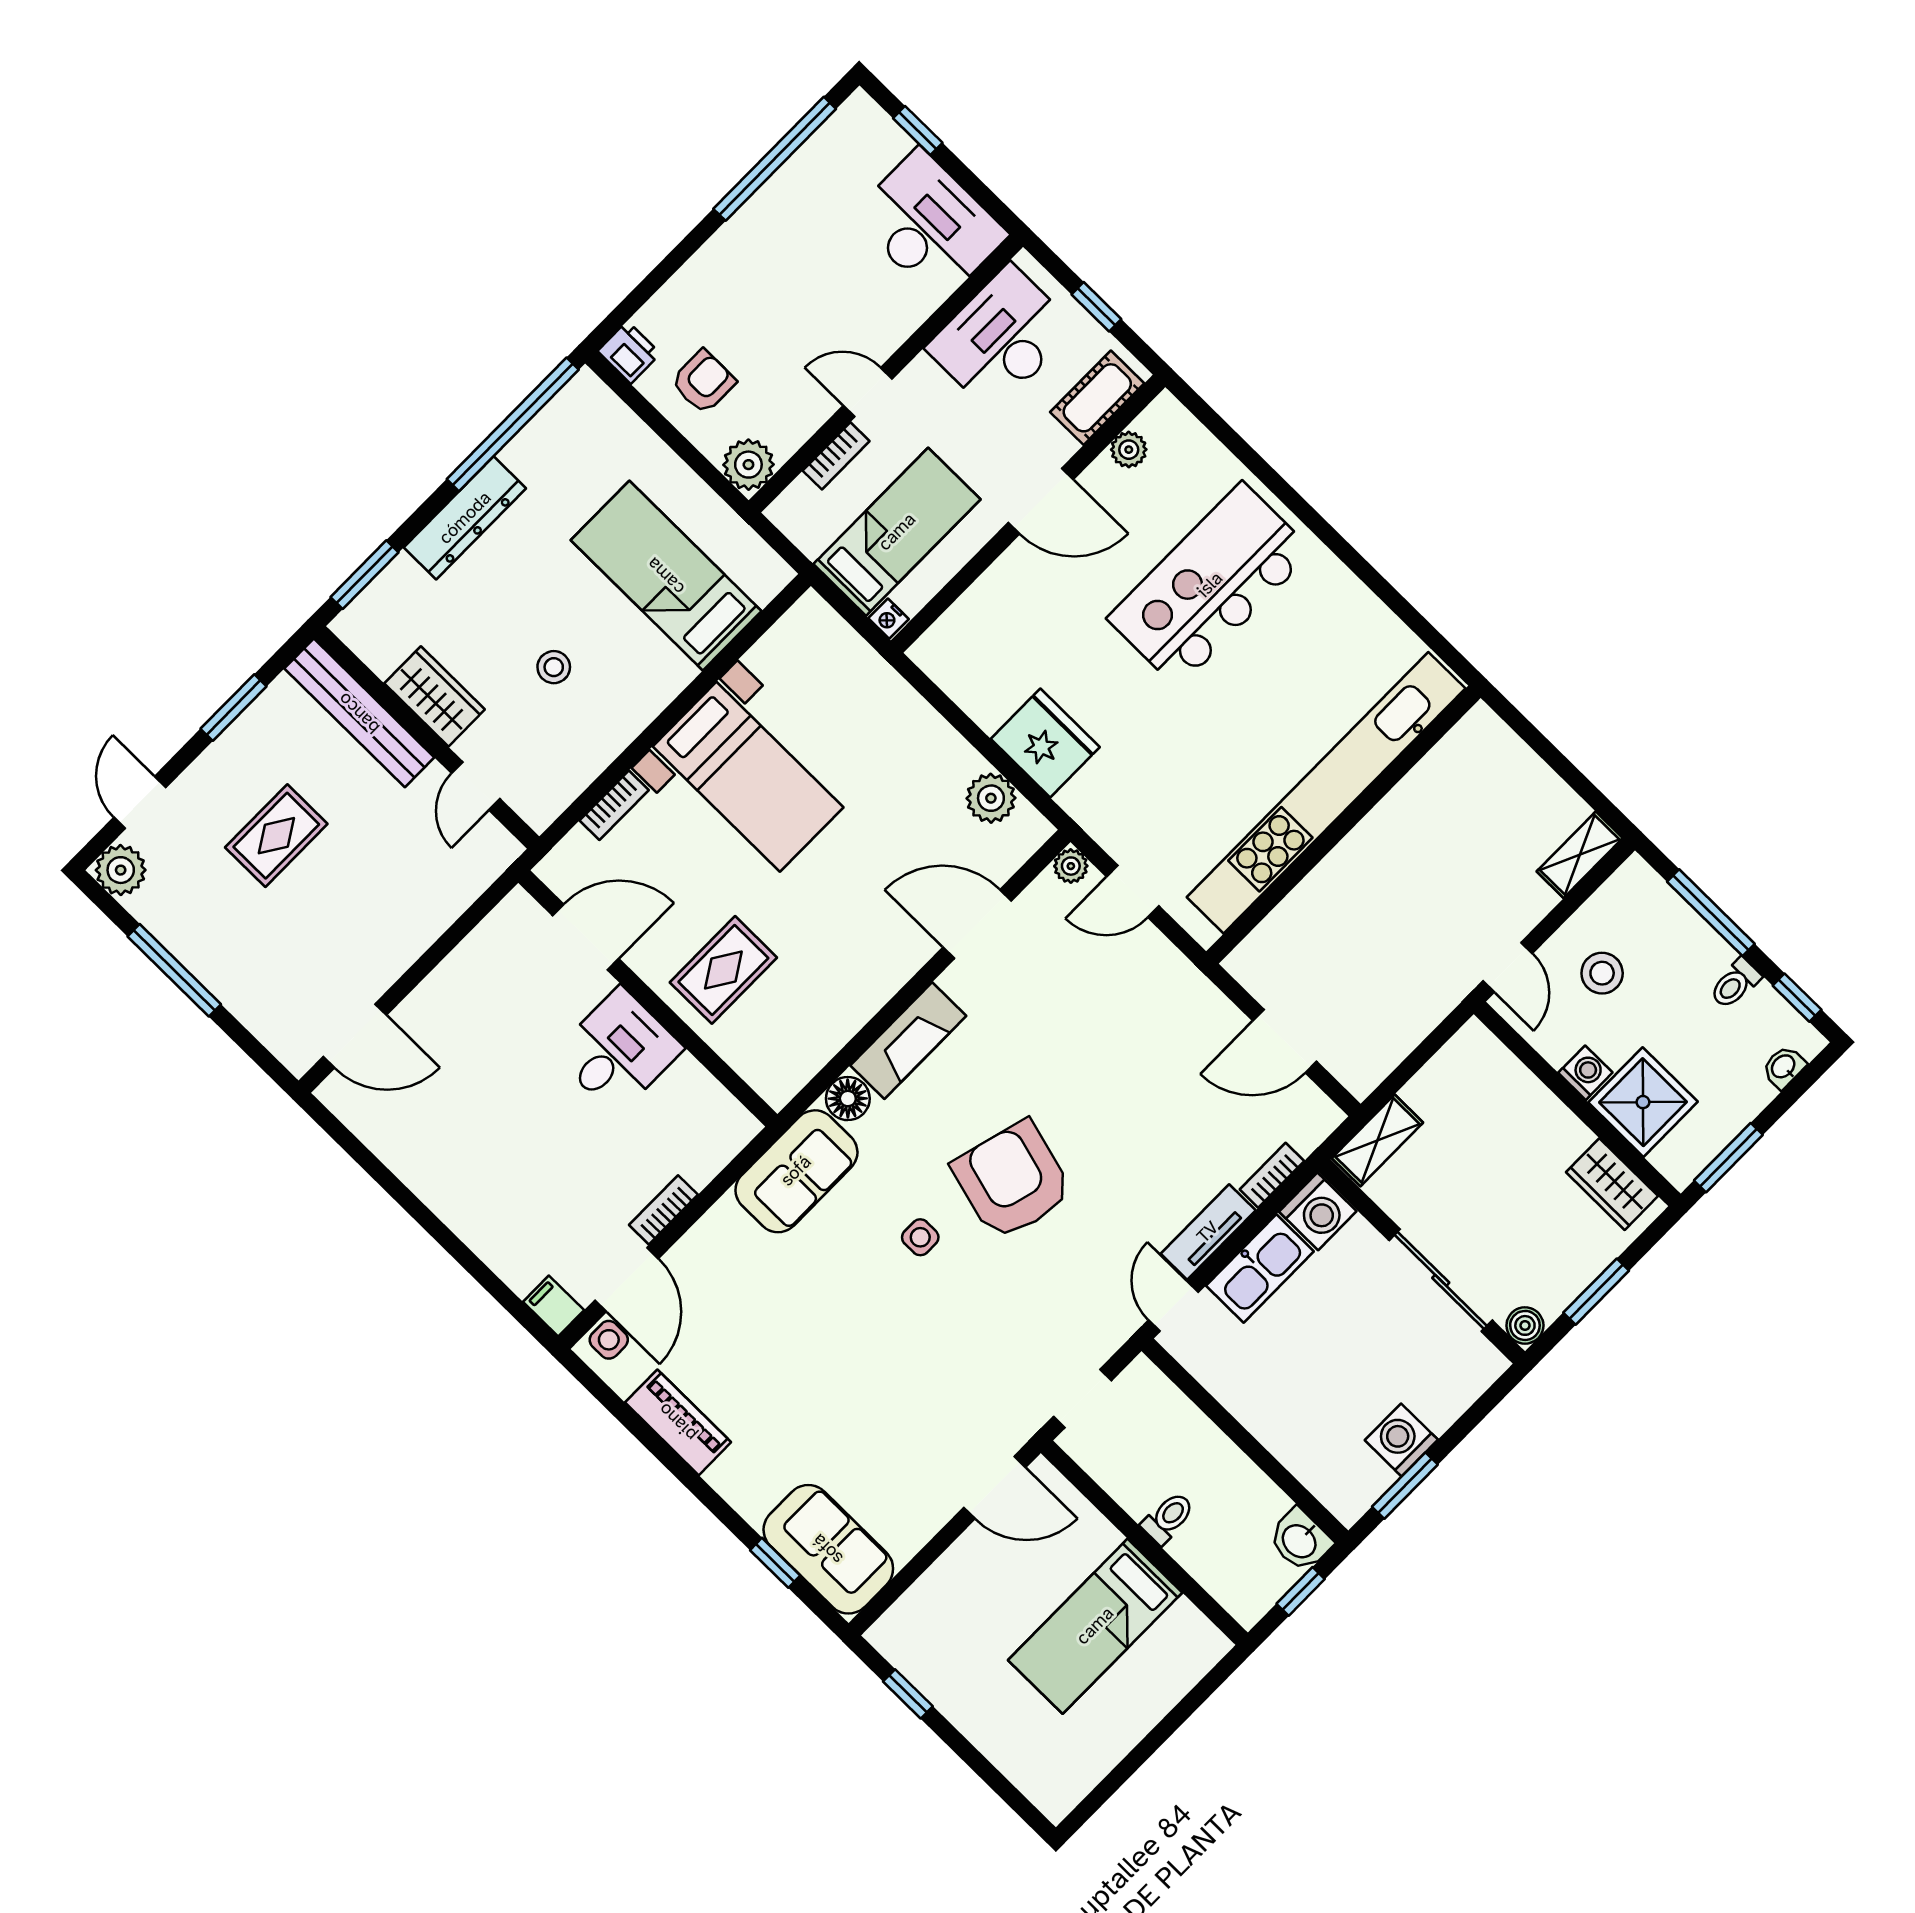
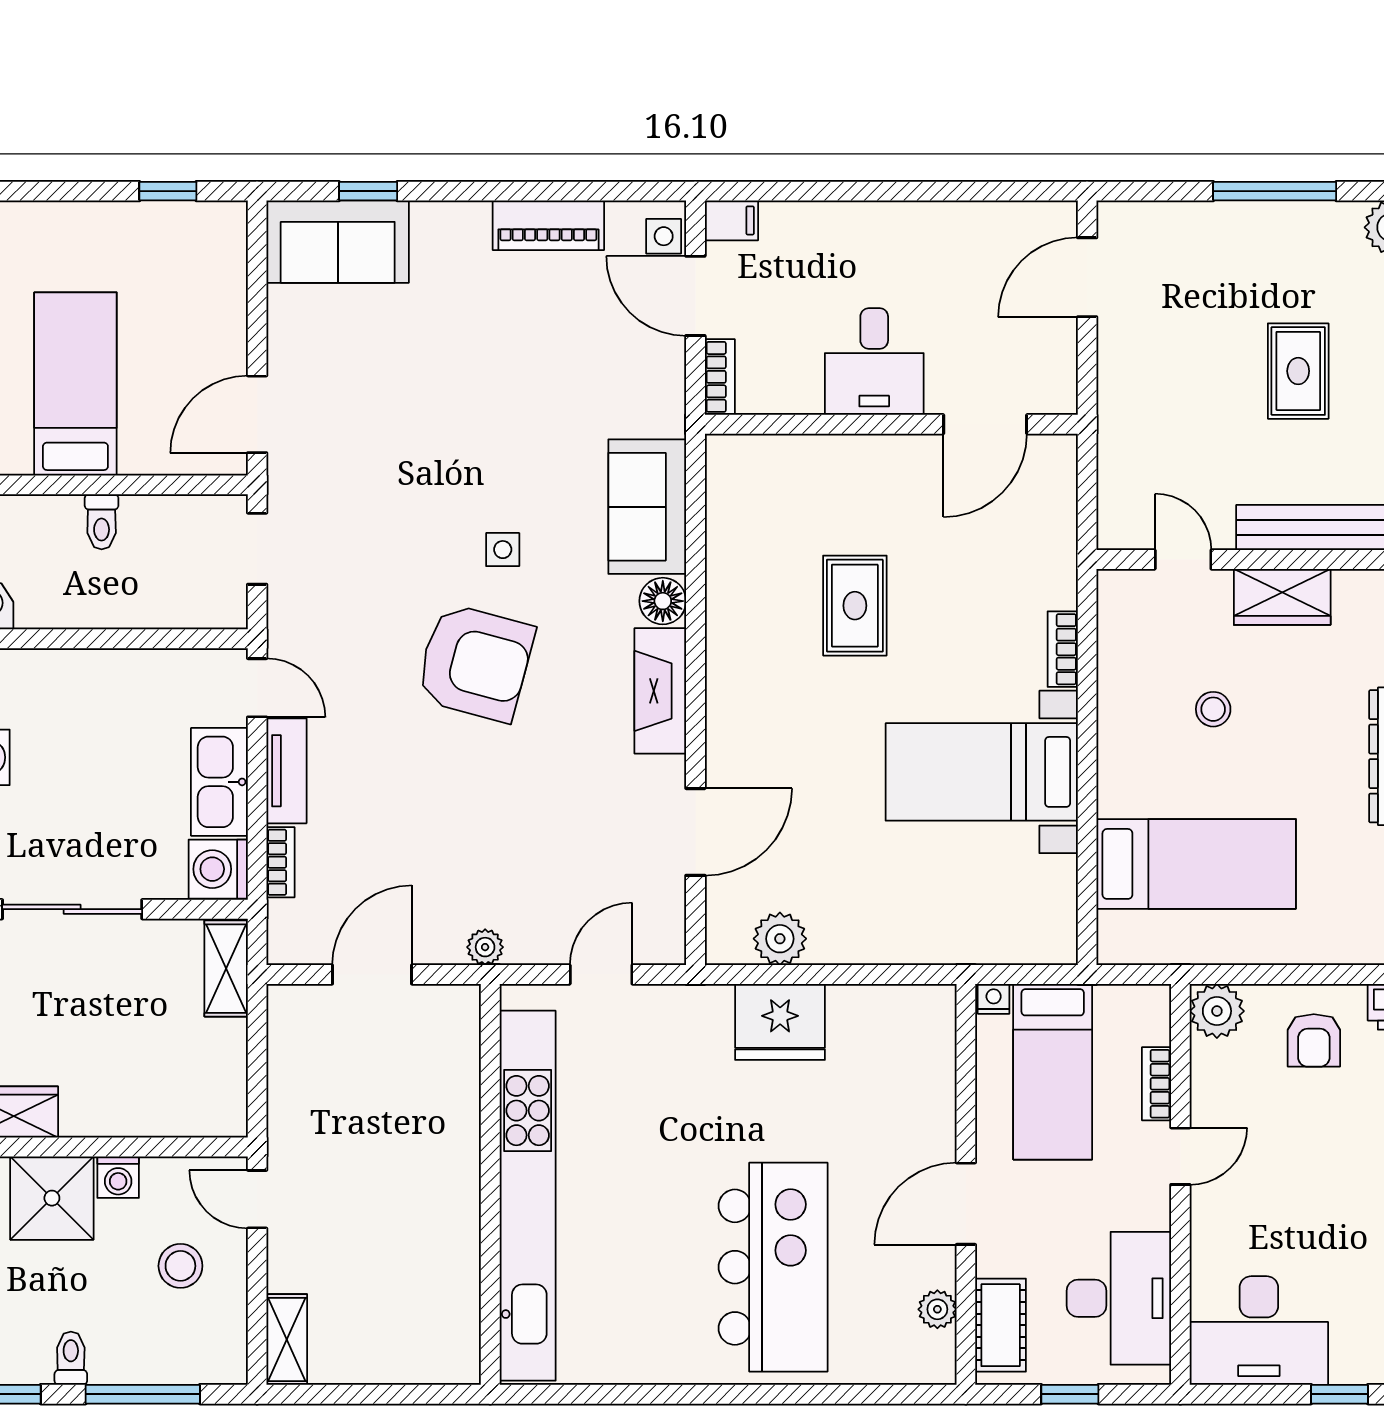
plant: (1071, 866) -> (485, 947), moved
door: (586, 937) -> (985, 424), moved
wall: (648, 998) -> (891, 424), moved
desk: (618, 1051) -> (874, 362), moved

